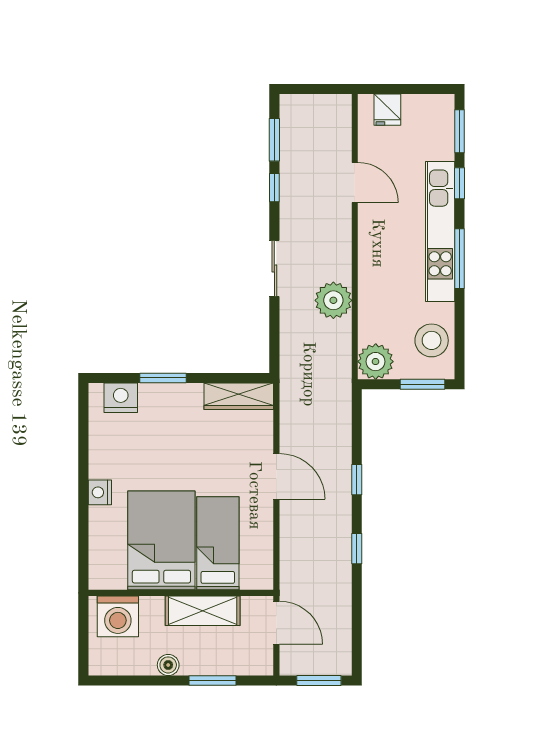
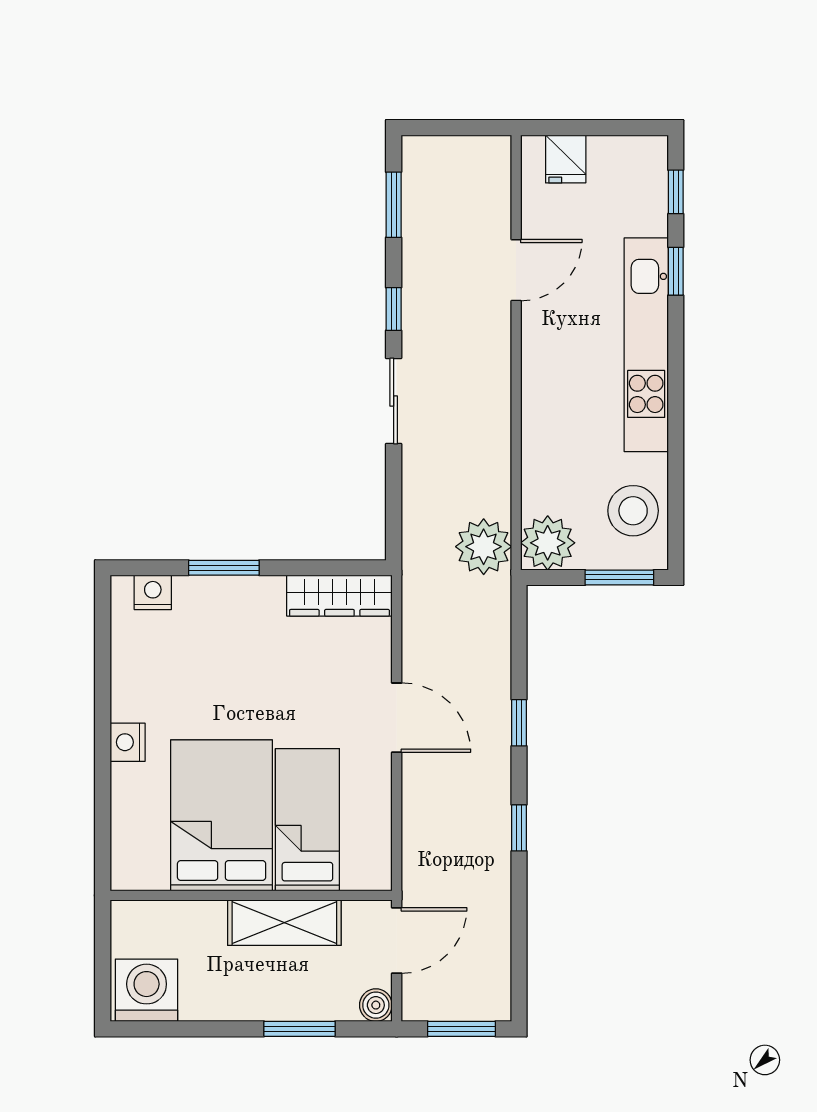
window: (460, 131) -> (676, 192), width x0.67
door: (355, 182) -> (516, 270), hinge flipped
window: (274, 188) -> (394, 309), moved
window: (460, 259) -> (676, 386), removed
plant: (333, 300) -> (484, 547), moved
nightstand: (121, 398) -> (153, 592), width x0.74, depth x0.75
washing machine: (118, 616) -> (147, 990), moved, turned 180
door: (276, 623) -> (397, 941), hinge flipped
boiler: (168, 665) -> (376, 1005), moved

